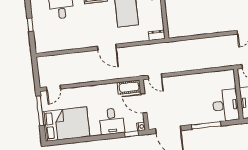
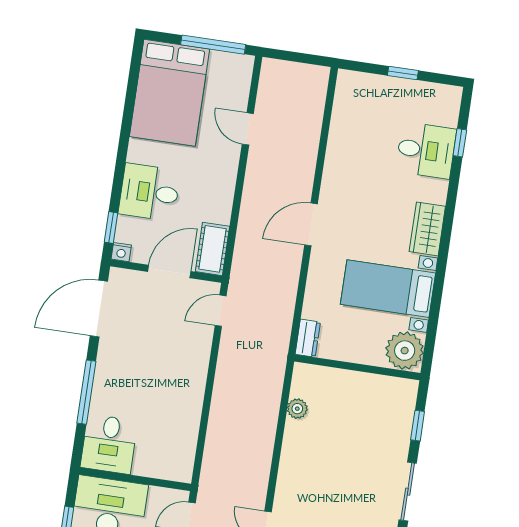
plant: (189, 32) -> (297, 409), added
door: (53, 88) -> (248, 129), moved
desk: (226, 105) -> (109, 444), width x0.73

